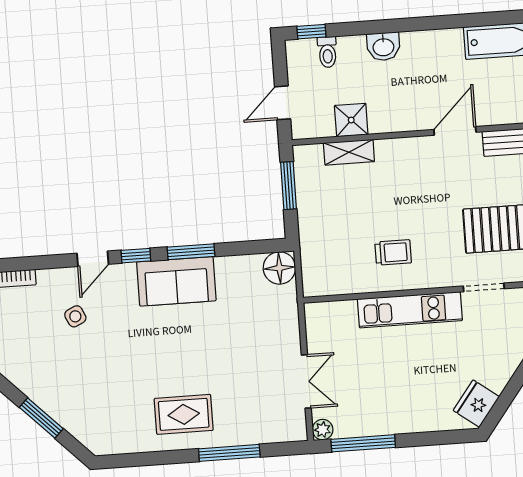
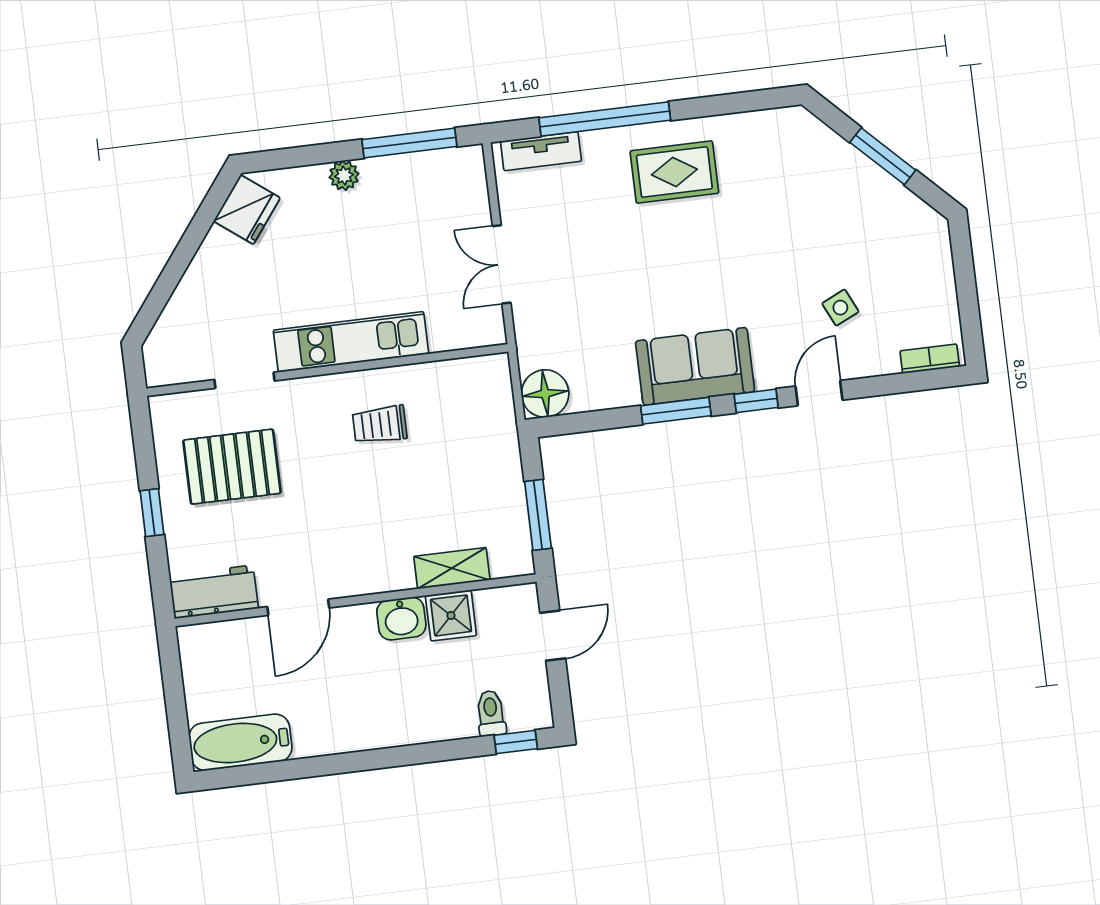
washbasin: (383, 46) -> (401, 618), moved, turned 180
double door: (306, 381) -> (502, 264), moved
plant: (323, 430) -> (344, 175), moved
tv unit: (274, 433) -> (541, 151), added
window: (229, 453) -> (605, 119), width x1.46

